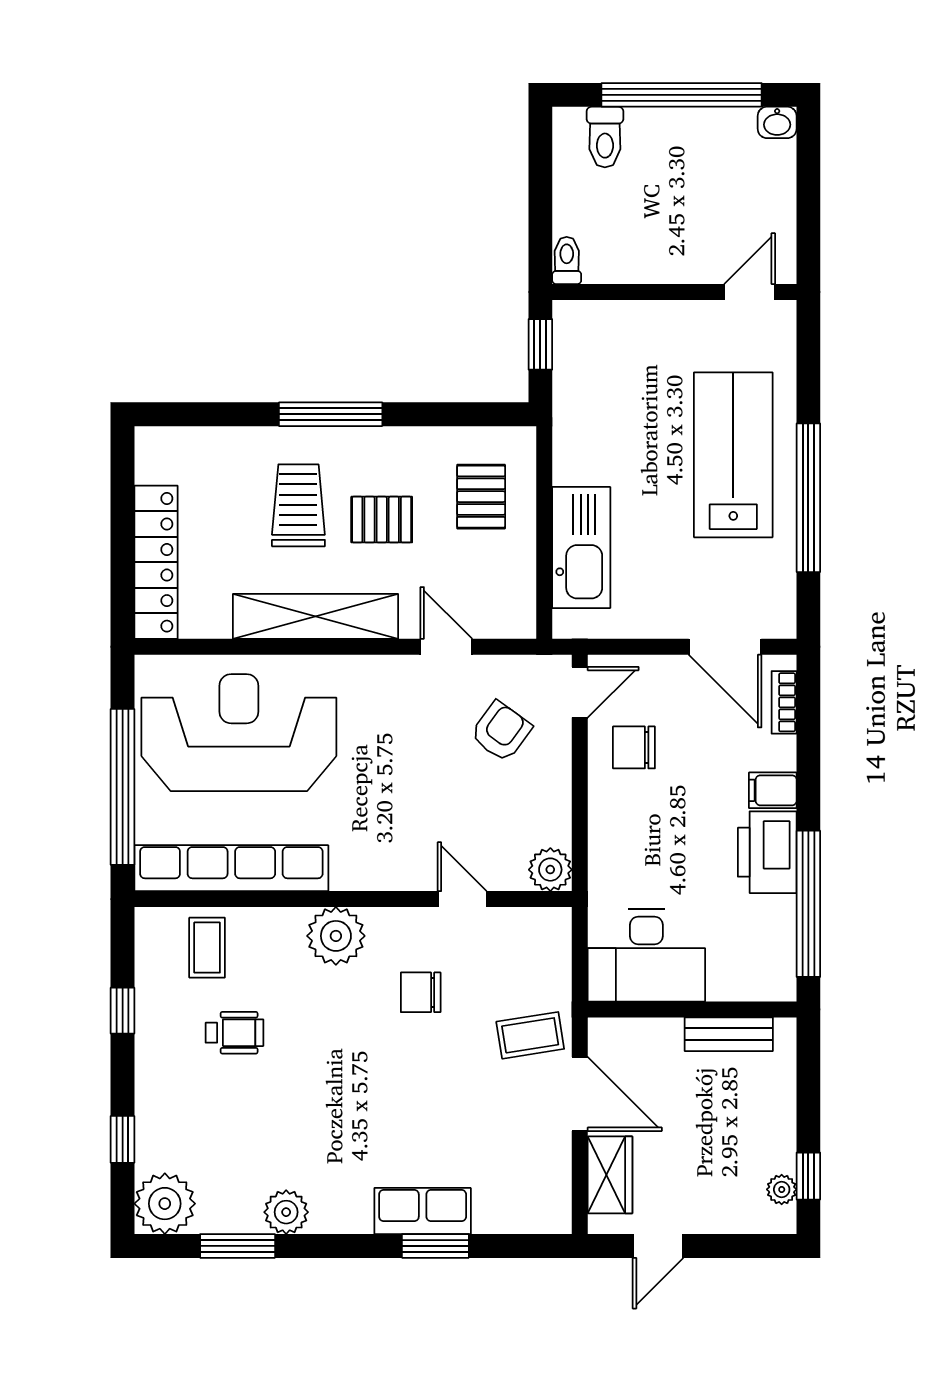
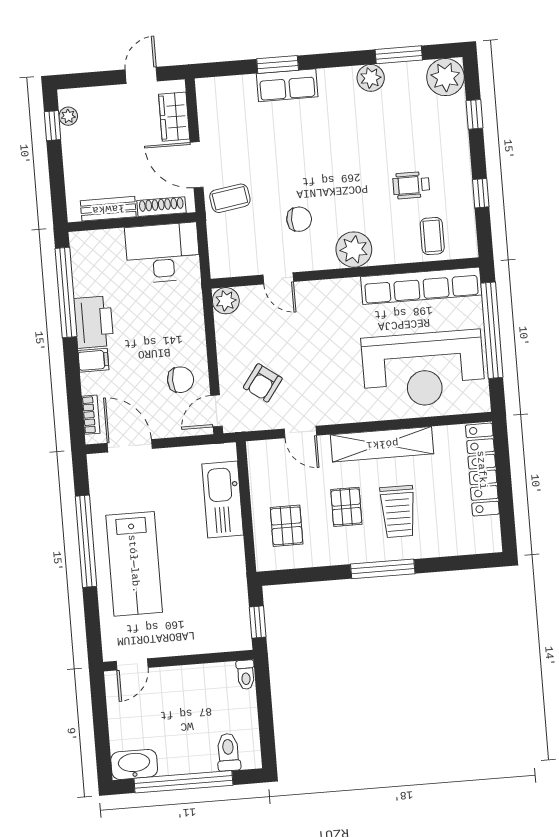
washbasin: (777, 122) -> (134, 764), width x1.91, depth x1.45
pallet: (382, 520) -> (346, 507), turned 90
shoe rack: (642, 1031) -> (161, 207), added

